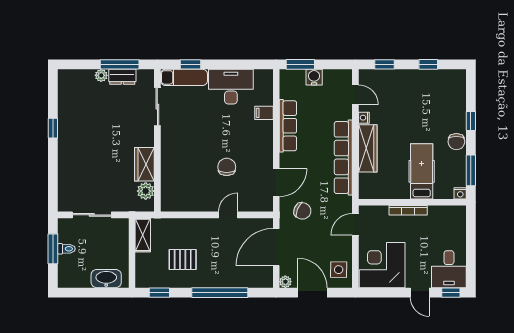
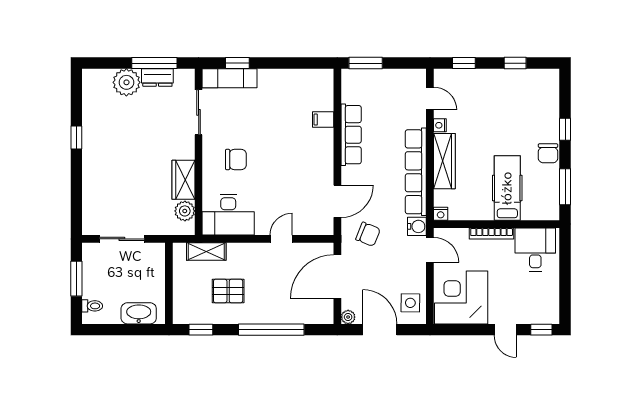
plant: (101, 75) -> (126, 82), width x1.87, depth x1.87
water cooler: (314, 77) -> (417, 226), moved, turned 90
desk: (231, 87) -> (228, 215), moved, turned 180
chair: (227, 167) -> (236, 159), moved, turned 90
nightstand: (460, 193) -> (441, 214), moved
door: (355, 224) -> (430, 250), swing flipped
shelving: (143, 235) -> (206, 251), moved, turned 90
toilet: (66, 249) -> (92, 306), moved
desk: (449, 269) -> (535, 250), moved, turned 180

